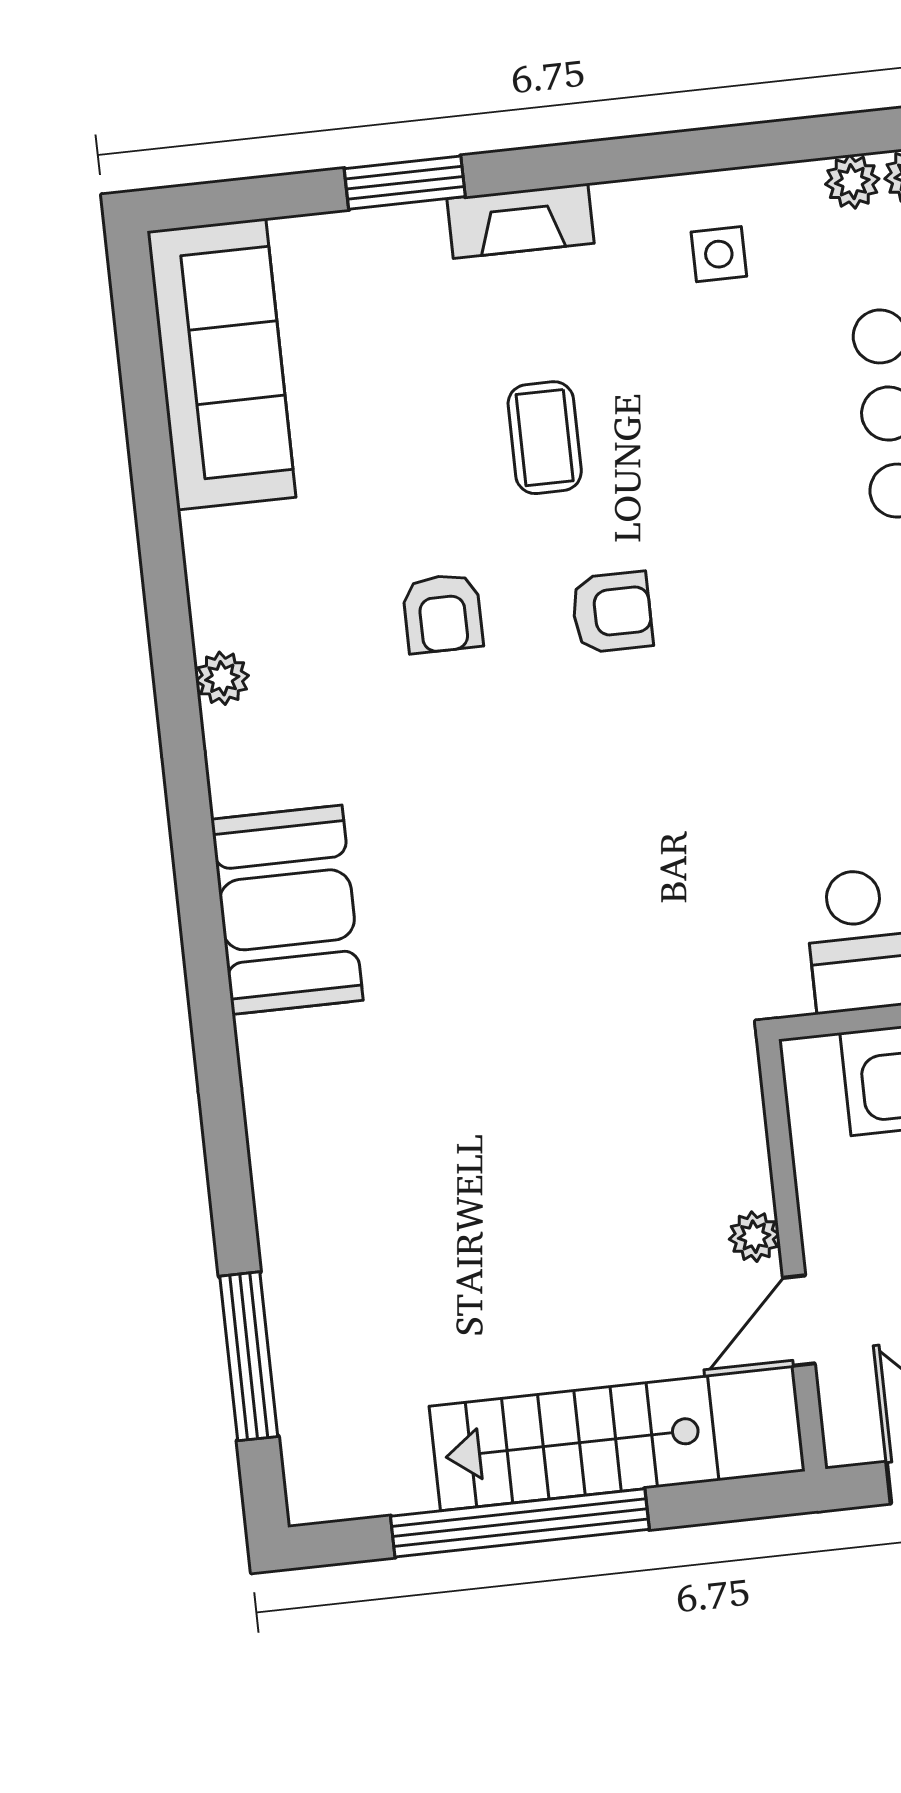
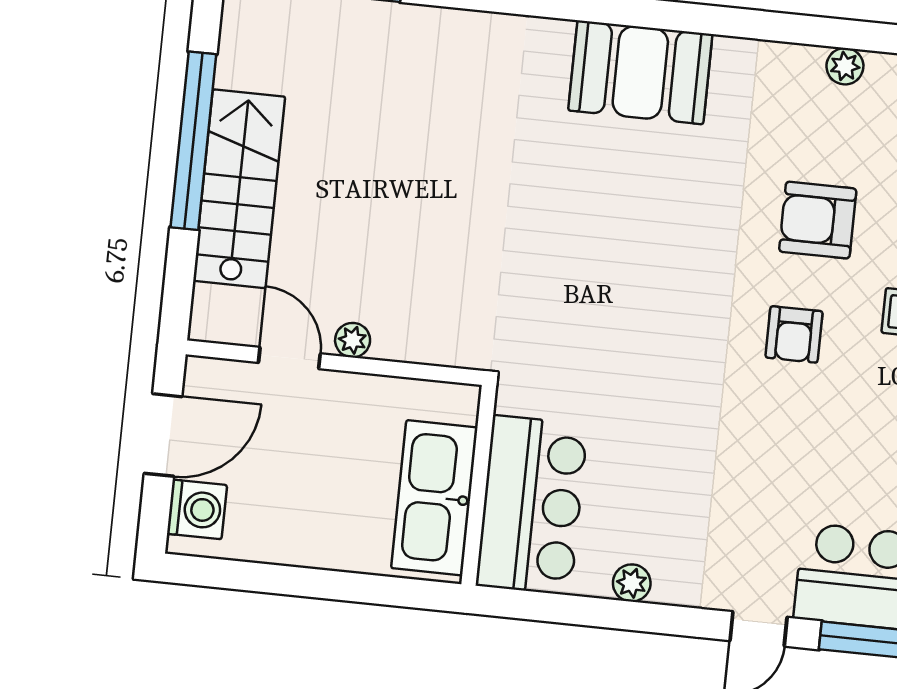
armchair: (443, 613) -> (818, 220), width x1.38, depth x1.38
plant: (222, 678) -> (845, 66), moved

